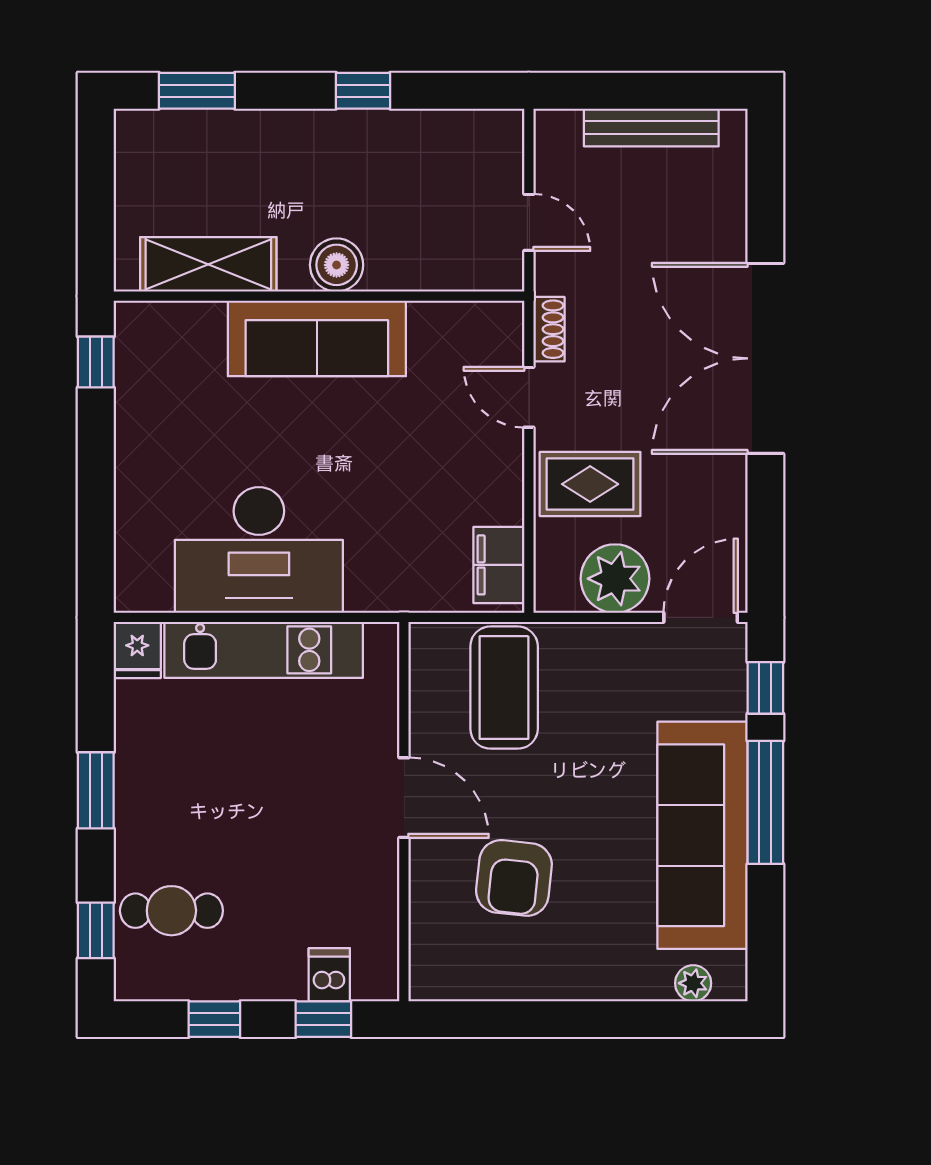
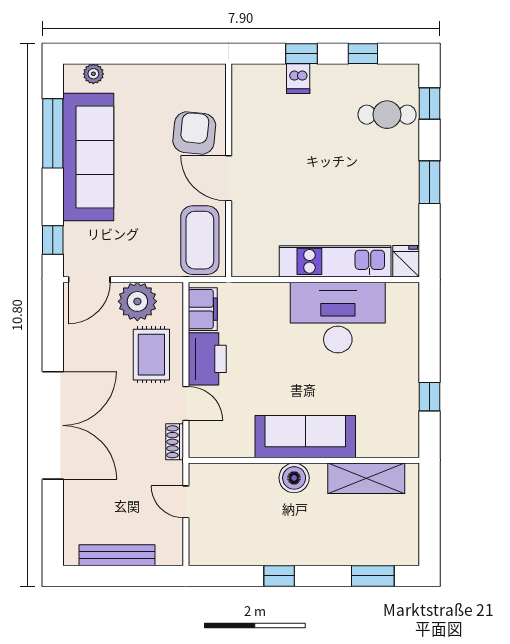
window: (96, 362) -> (430, 397), moved
printer: (491, 477) -> (207, 359), added
rug: (590, 484) -> (151, 355), turned 90
door: (404, 798) -> (229, 178), moved
window: (765, 802) -> (53, 133), moved
wall: (404, 812) -> (229, 170), moved

